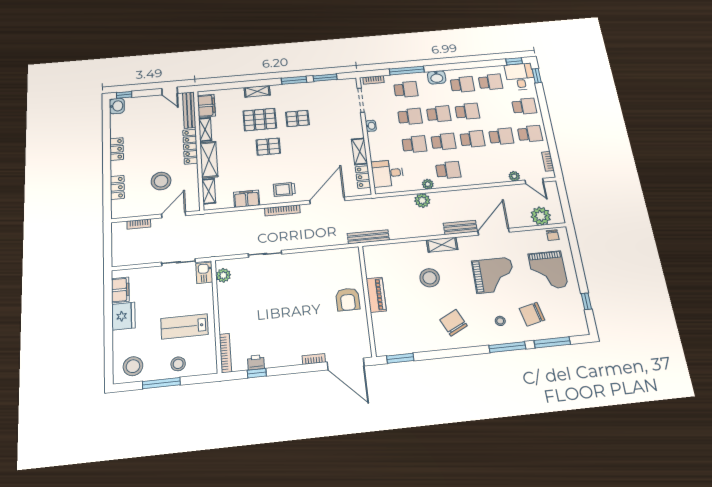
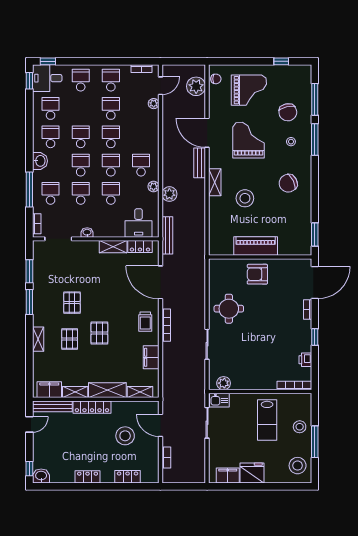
pallet: (260, 120) -> (70, 339), width x0.67, depth x0.71
bench: (368, 237) -> (167, 235), moved
round table: (306, 273) -> (229, 309), added
piano: (376, 295) -> (256, 246), width x1.37, depth x1.33
armchair: (348, 299) -> (257, 274), turned 180
window: (257, 373) -> (315, 337), moved

